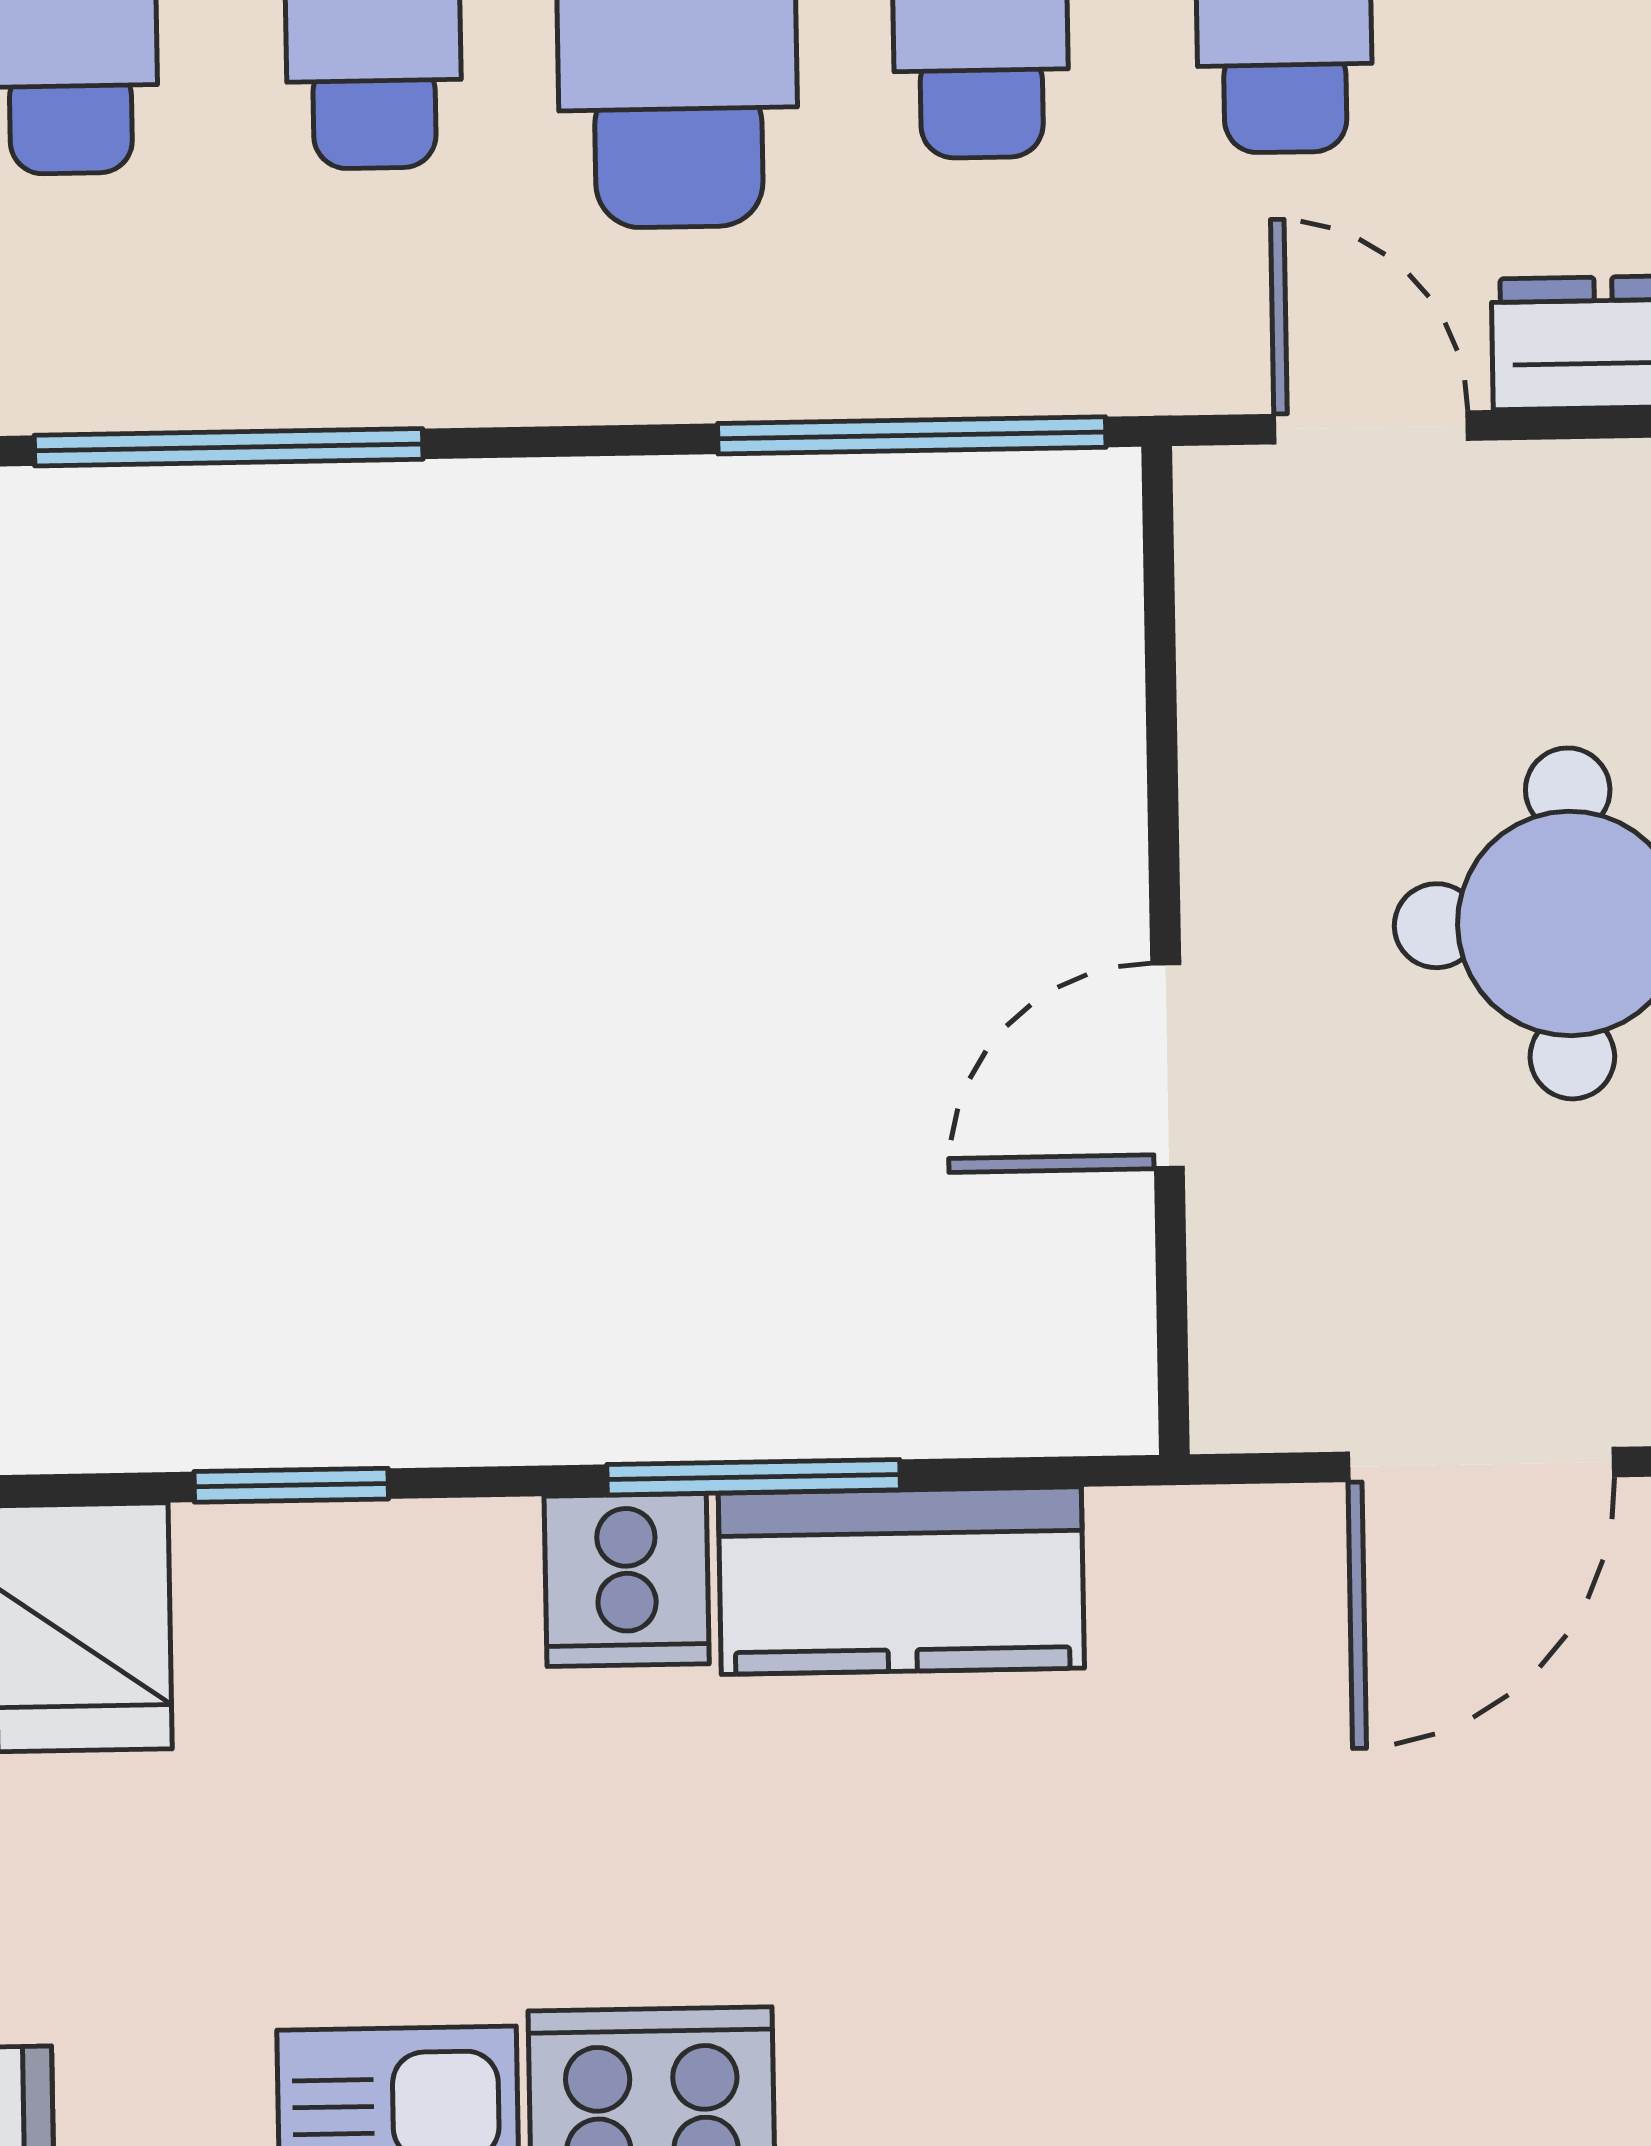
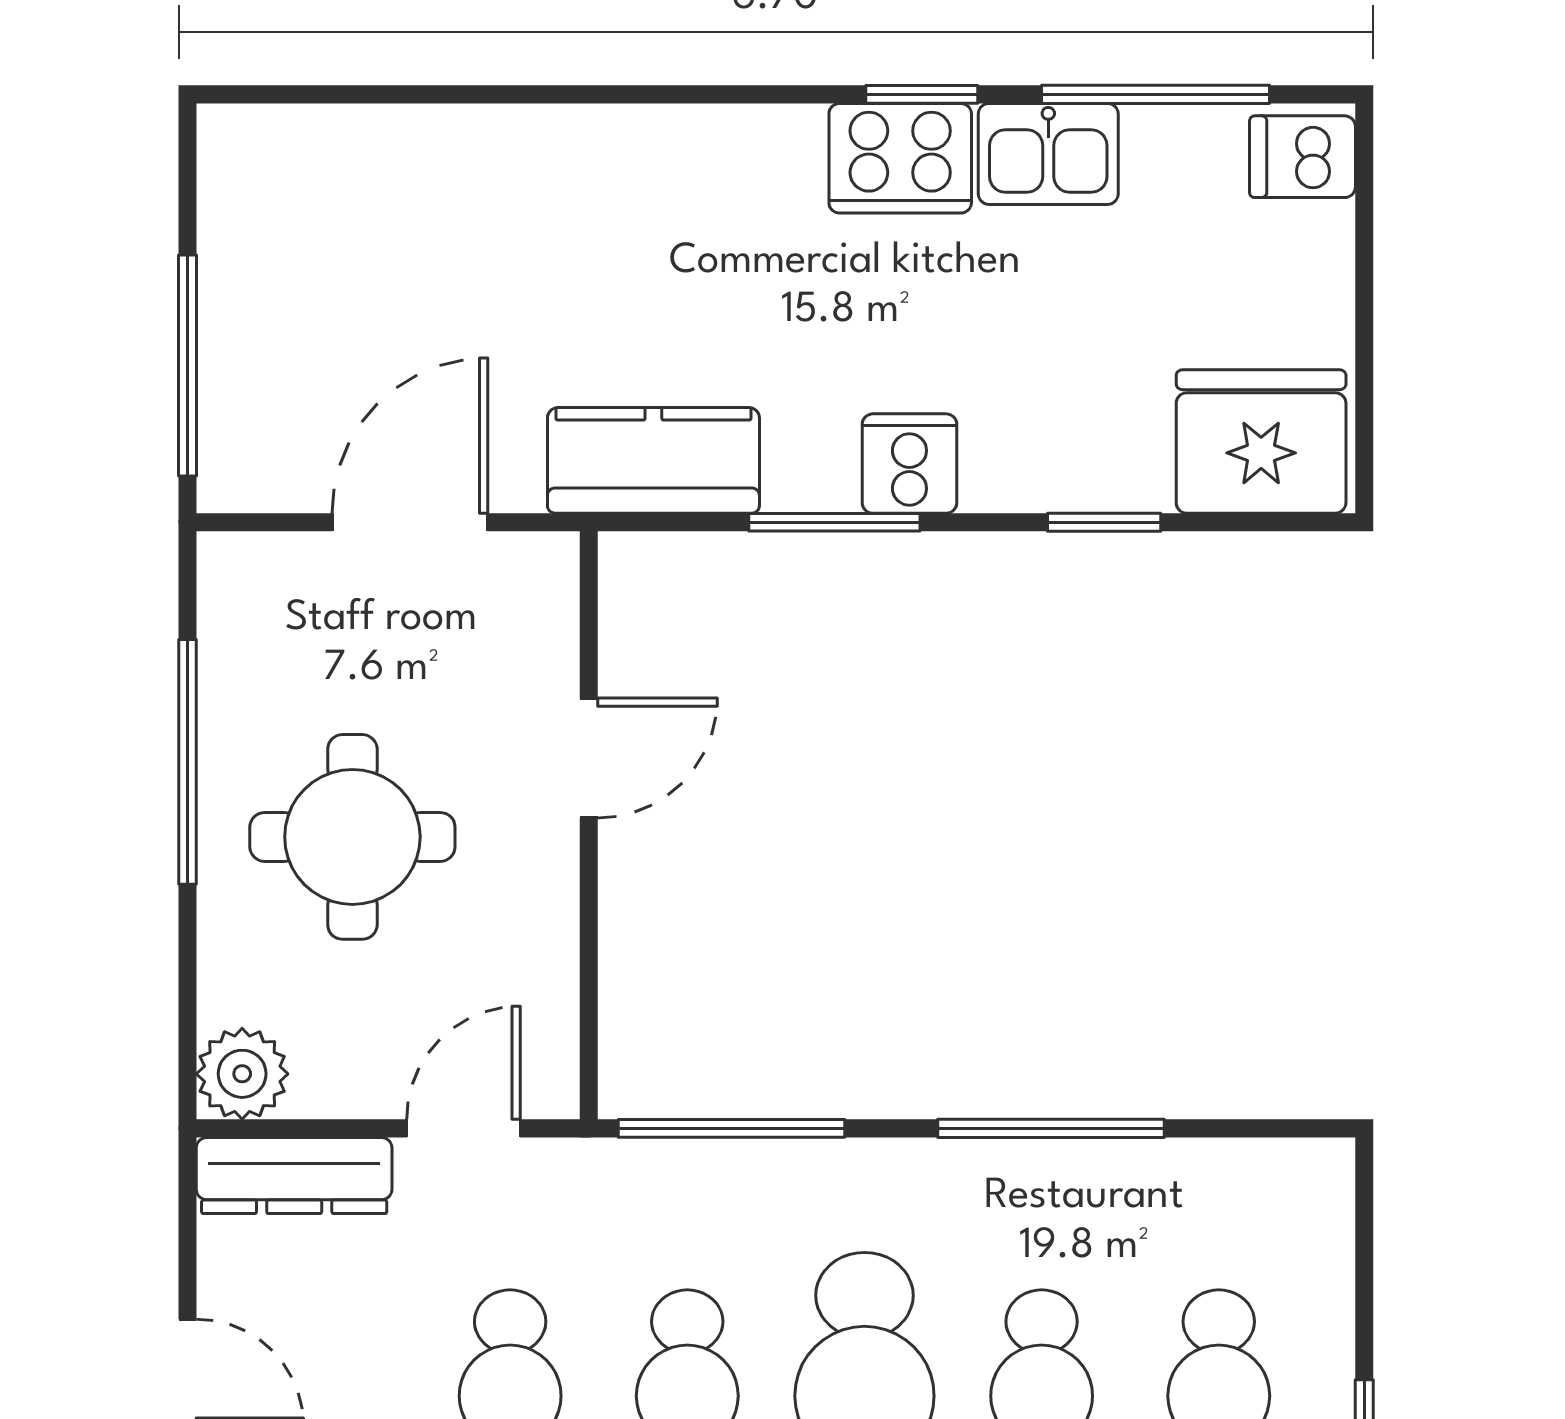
door: (1371, 427) -> (463, 1128), swing flipped
window: (229, 447) -> (1051, 1128), moved
kitchen counter: (901, 1581) -> (653, 460), moved

